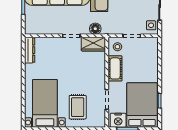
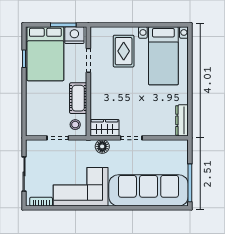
side table: (151, 25) -> (34, 151), removed

